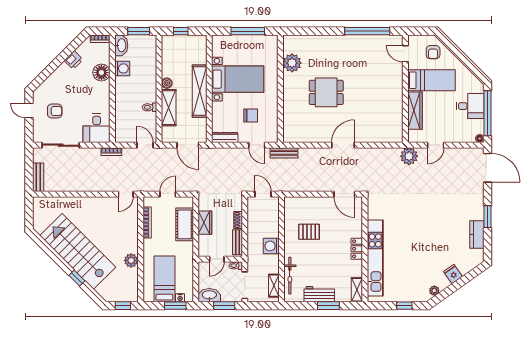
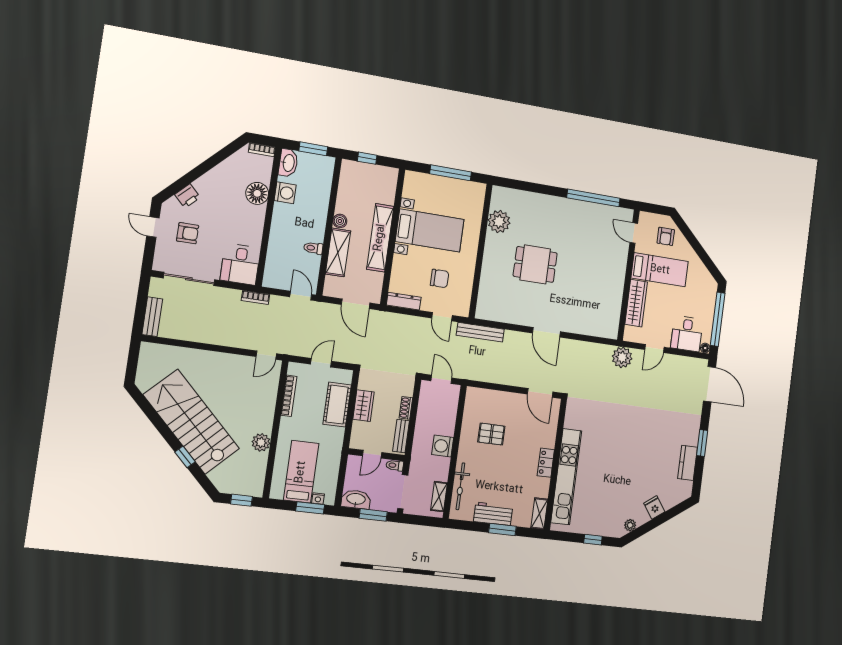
printer: (74, 60) -> (187, 196), moved
desk: (470, 106) -> (687, 334), moved, turned 90
door: (343, 145) -> (546, 332), swing flipped
bench: (284, 153) -> (480, 332), width x1.36

